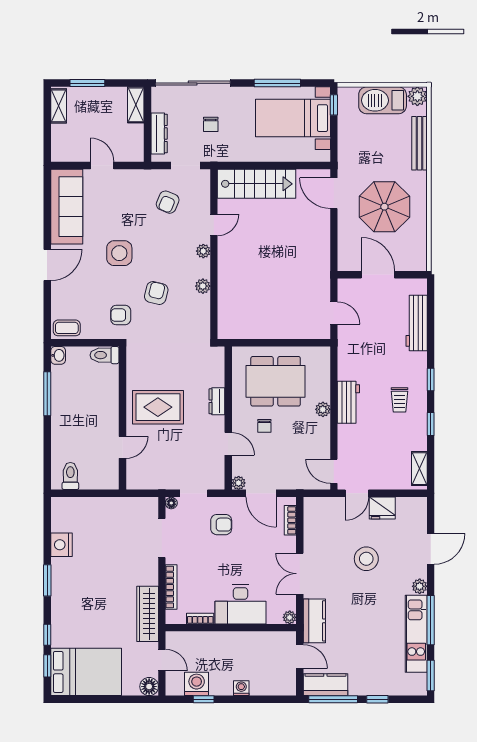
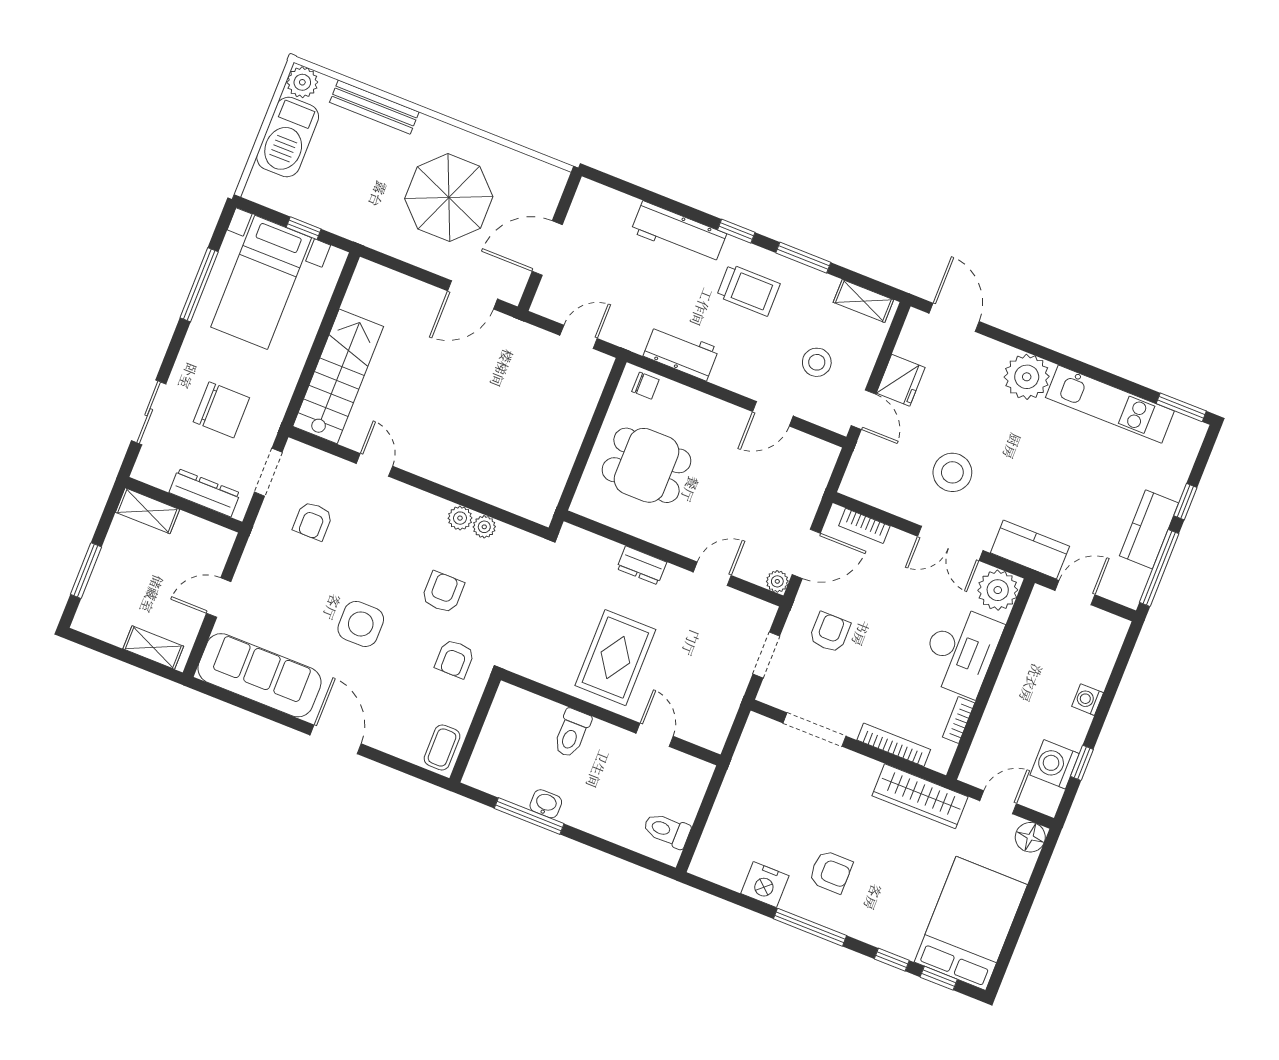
sliding door: (193, 83) -> (149, 412), width x0.54
window: (334, 105) -> (304, 228), moved
shelving: (59, 106) -> (153, 648), moved
chair: (211, 124) -> (221, 410), width x1.87, depth x1.87
door: (334, 193) -> (473, 295), moved
armchair: (168, 202) -> (313, 521), turned 67
plant: (203, 251) -> (484, 527), moved
armchair: (156, 293) -> (443, 592), turned 76
workbench: (417, 323) -> (679, 233), moved
washbasin: (58, 355) -> (546, 804), moved
toilet: (105, 355) -> (572, 733), moved
dining table: (276, 381) -> (647, 465), width x0.73
trolley: (400, 400) -> (748, 290), width x1.36, depth x1.39
workbench: (348, 402) -> (681, 352), moved
plant: (323, 409) -> (717, 411), removed
window: (431, 424) -> (803, 258), width x1.50
chair: (264, 426) -> (645, 386), moved
stool: (374, 456) -> (817, 362), added
door: (334, 471) -> (773, 414), moved
floor lamp: (171, 503) -> (768, 695), removed
door: (431, 549) -> (954, 317), moved
stool: (366, 559) -> (952, 472), moved
window: (47, 580) -> (810, 927), width x1.44
armchair: (84, 580) -> (831, 872), added
plant: (420, 586) -> (1027, 377), width x1.87, depth x1.87
plant: (290, 617) -> (998, 590), width x1.88, depth x1.88
window: (431, 620) -> (1098, 374), removed
kitchen counter: (325, 685) -> (1149, 529), moved

